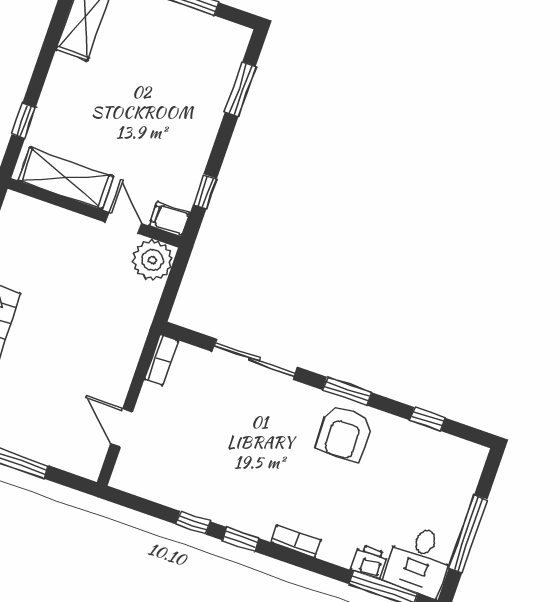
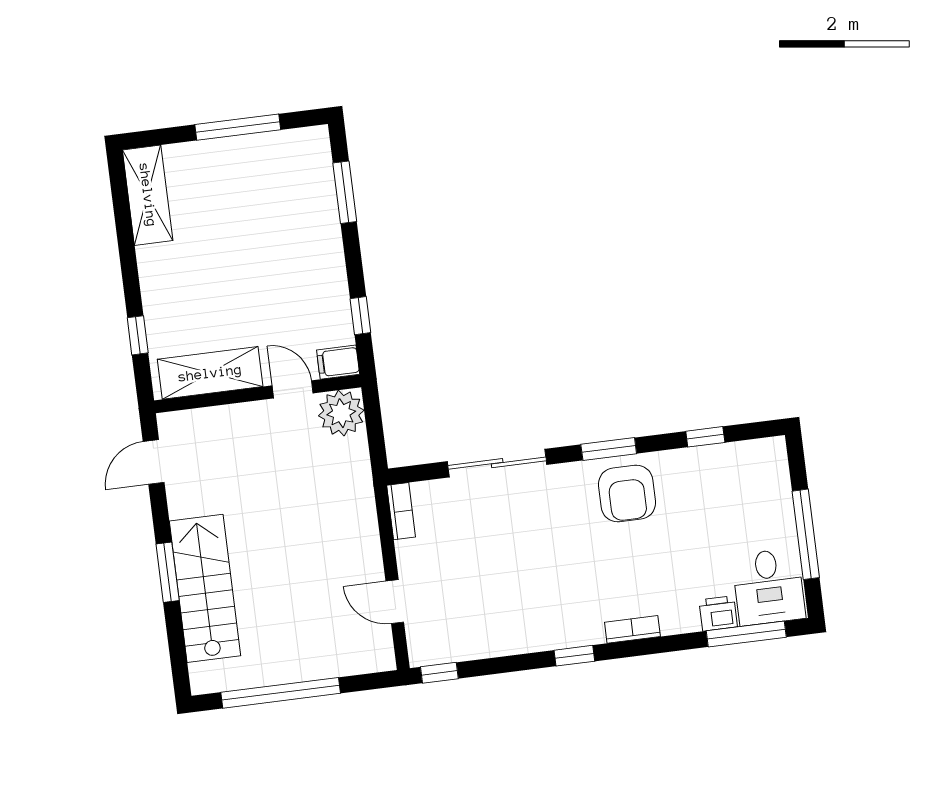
window: (193, 523) -> (439, 673), moved

